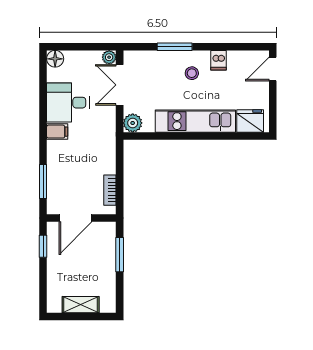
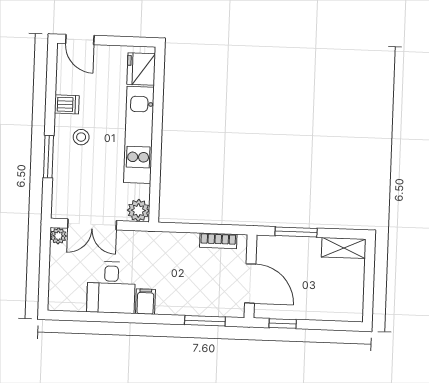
floor lamp: (55, 59) -> (58, 301), removed
shelving: (81, 305) -> (344, 248), moved, turned 90

